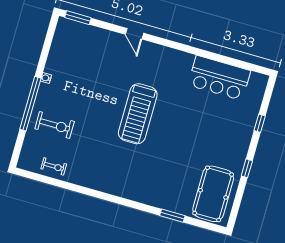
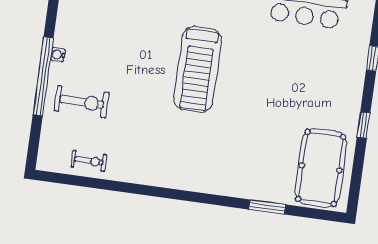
water cooler: (46, 78) -> (58, 55), moved

